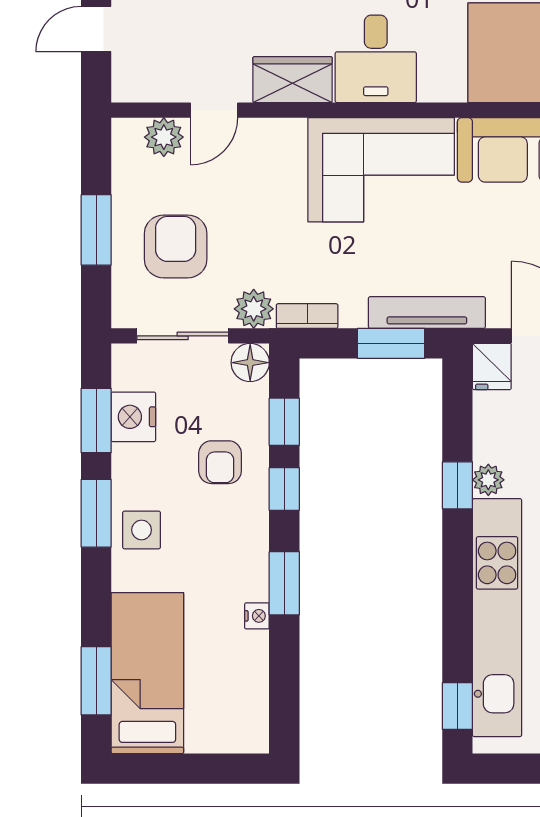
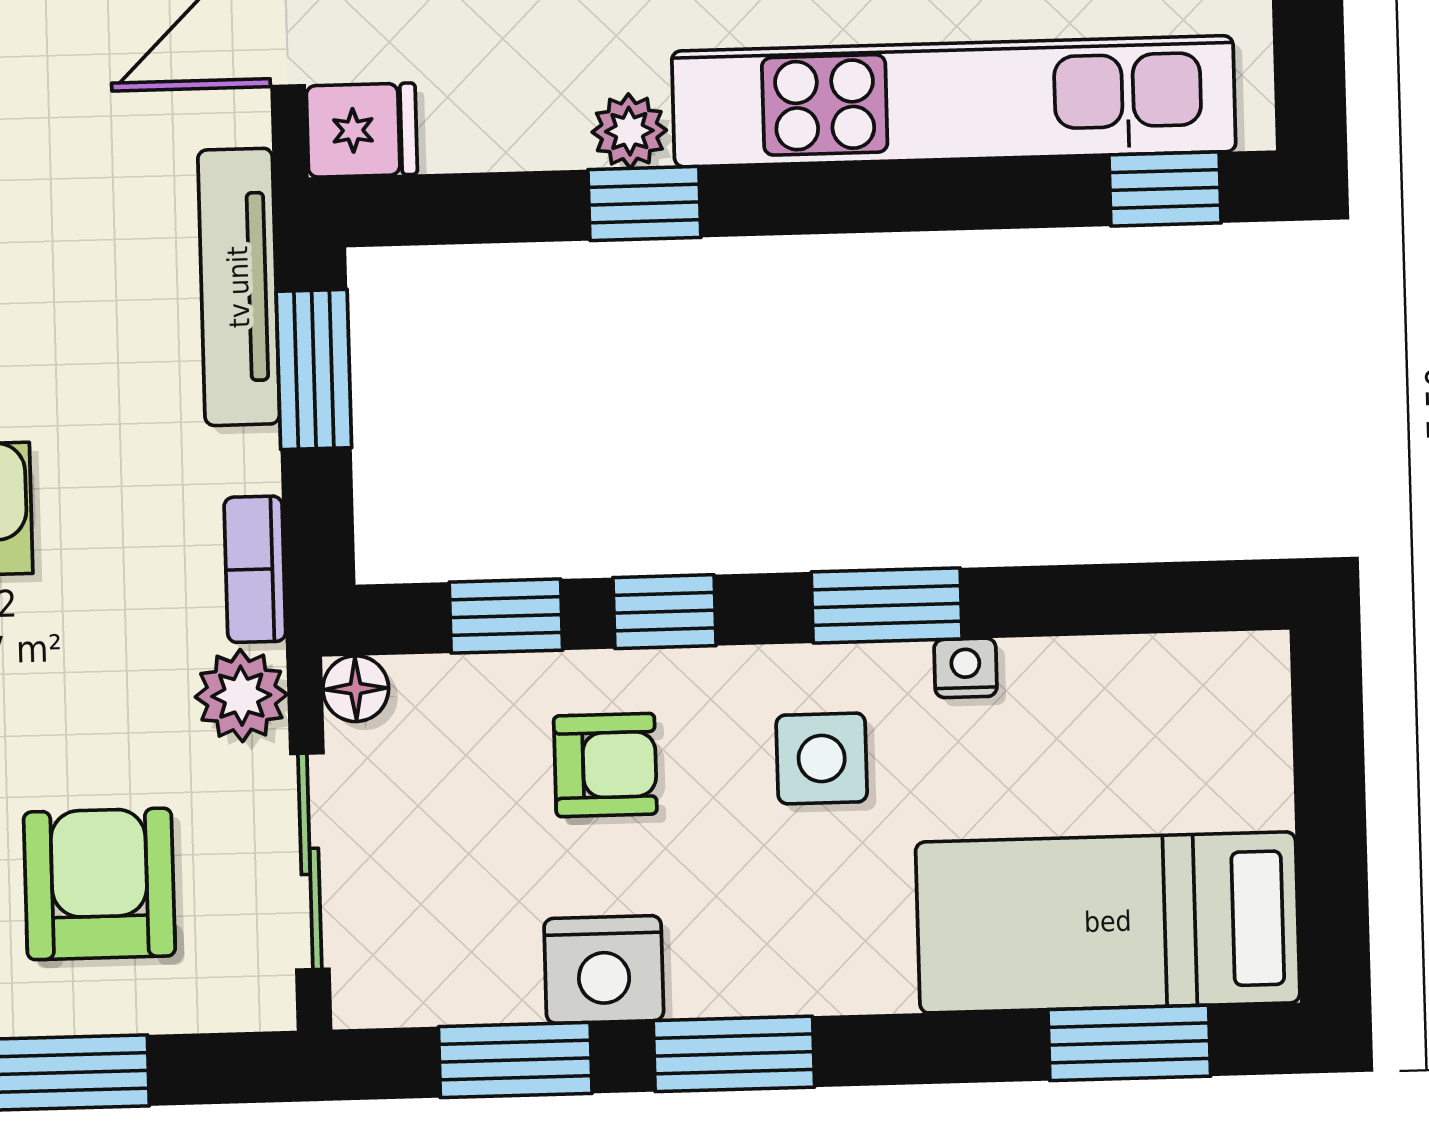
armchair: (176, 246) -> (99, 884), turned 90
floor lamp: (250, 363) -> (356, 689), width x0.73, depth x0.73
nightstand: (133, 417) -> (604, 969), moved
side table: (142, 530) -> (822, 758), moved

